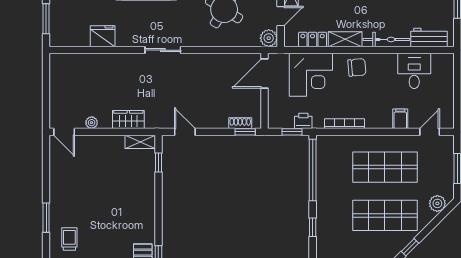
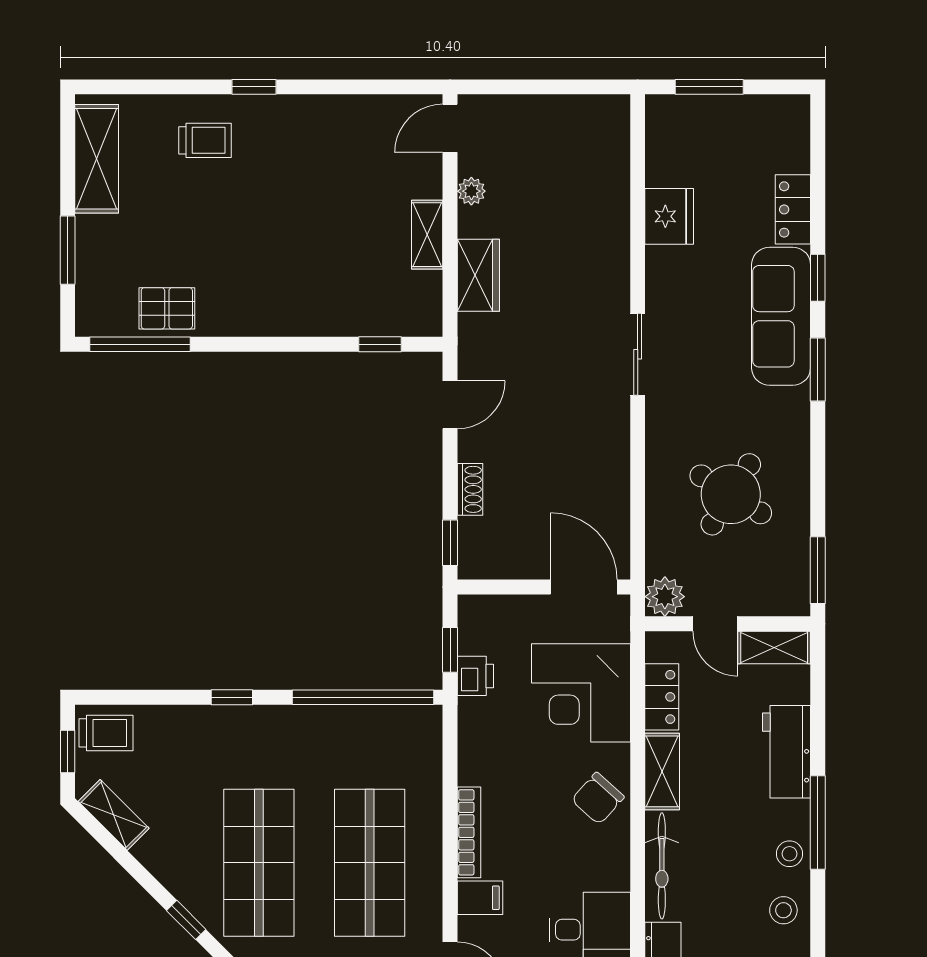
chair: (357, 67) -> (598, 798), turned 47
shoe rack: (240, 123) -> (470, 489), moved
bookcase: (344, 124) -> (469, 832), moved
shelving: (140, 142) -> (427, 235), moved
window: (46, 218) -> (254, 87), width x0.67

